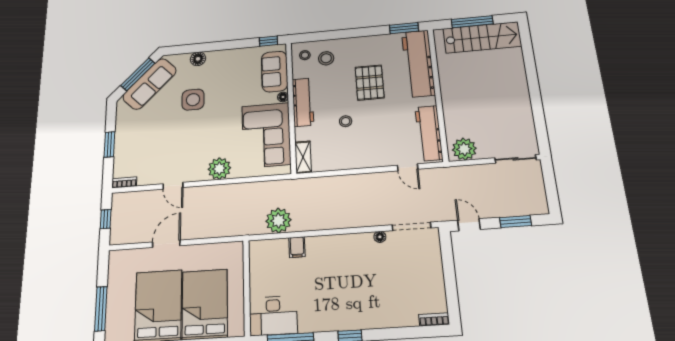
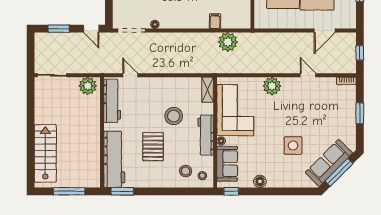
stairs: (482, 37) -> (45, 153), moved, turned 90
floor lamp: (198, 59) -> (260, 181), moved
stool: (346, 121) -> (174, 116), width x1.89, depth x1.89
door: (166, 244) -> (325, 30), moved

